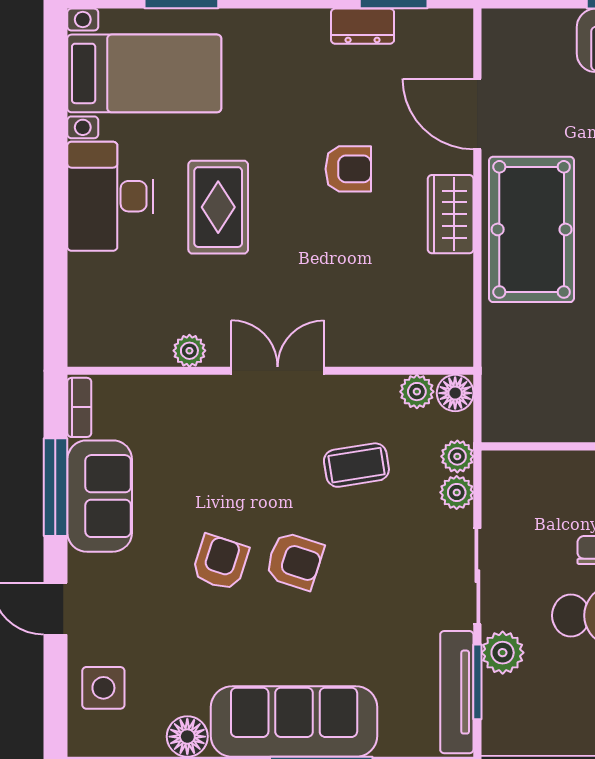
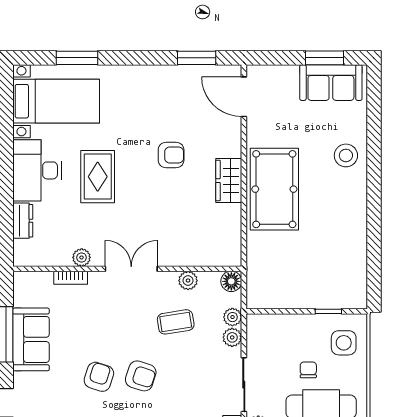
dresser: (363, 26) -> (23, 221), moved, turned -90
door: (477, 114) -> (244, 97), moved
plant: (417, 392) -> (188, 280), moved
bookcase: (79, 407) -> (71, 278), moved, turned 90

